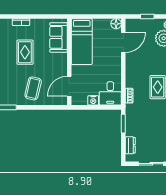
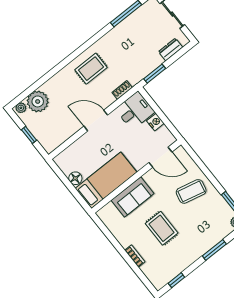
floor lamp: (116, 24) -> (75, 178), moved
sofa: (58, 37) -> (133, 197), moved
door: (123, 42) -> (96, 121), moved
rug: (25, 52) -> (162, 228), turned 90

